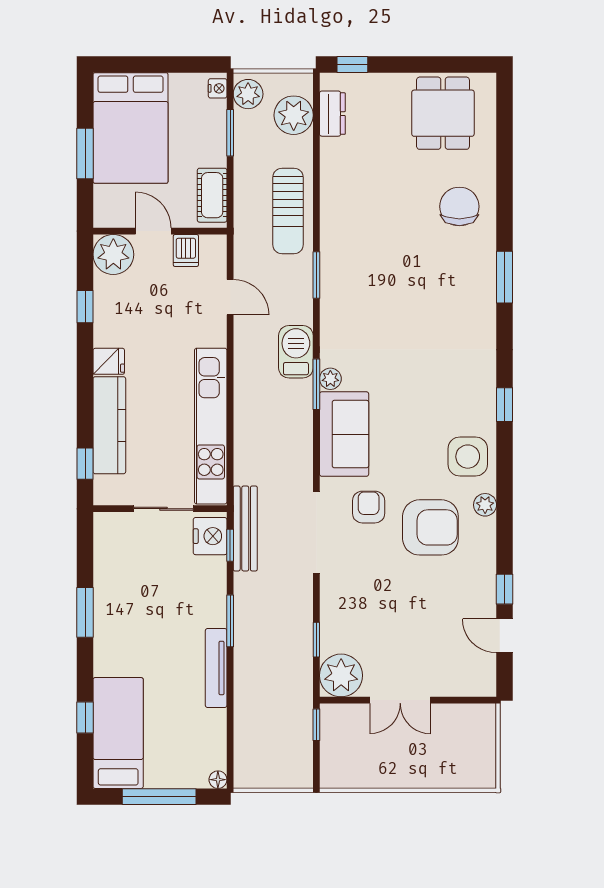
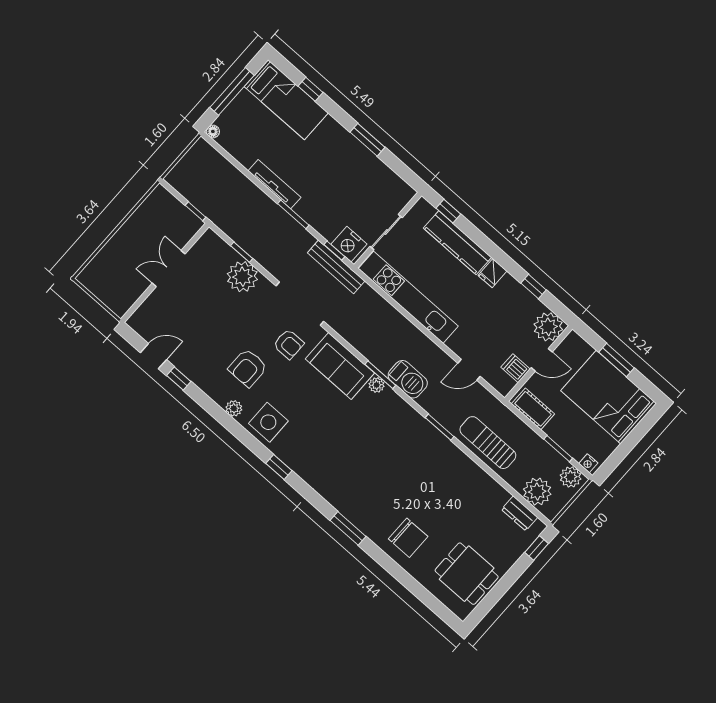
armchair: (430, 527) -> (248, 368), width x0.73, depth x0.73
plant: (341, 675) -> (242, 277), moved

